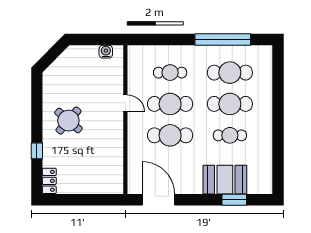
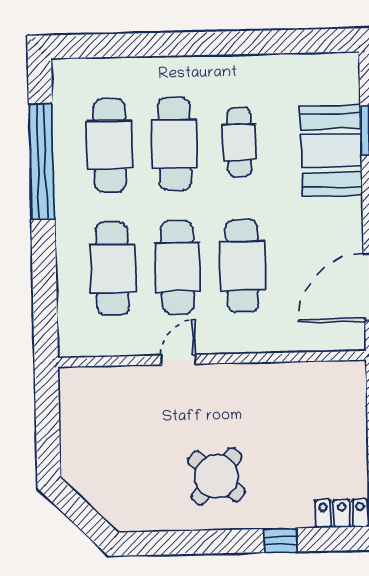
water cooler: (106, 52) -> (72, 402), removed
cafe table: (170, 73) -> (112, 269), width x1.37, depth x1.35

